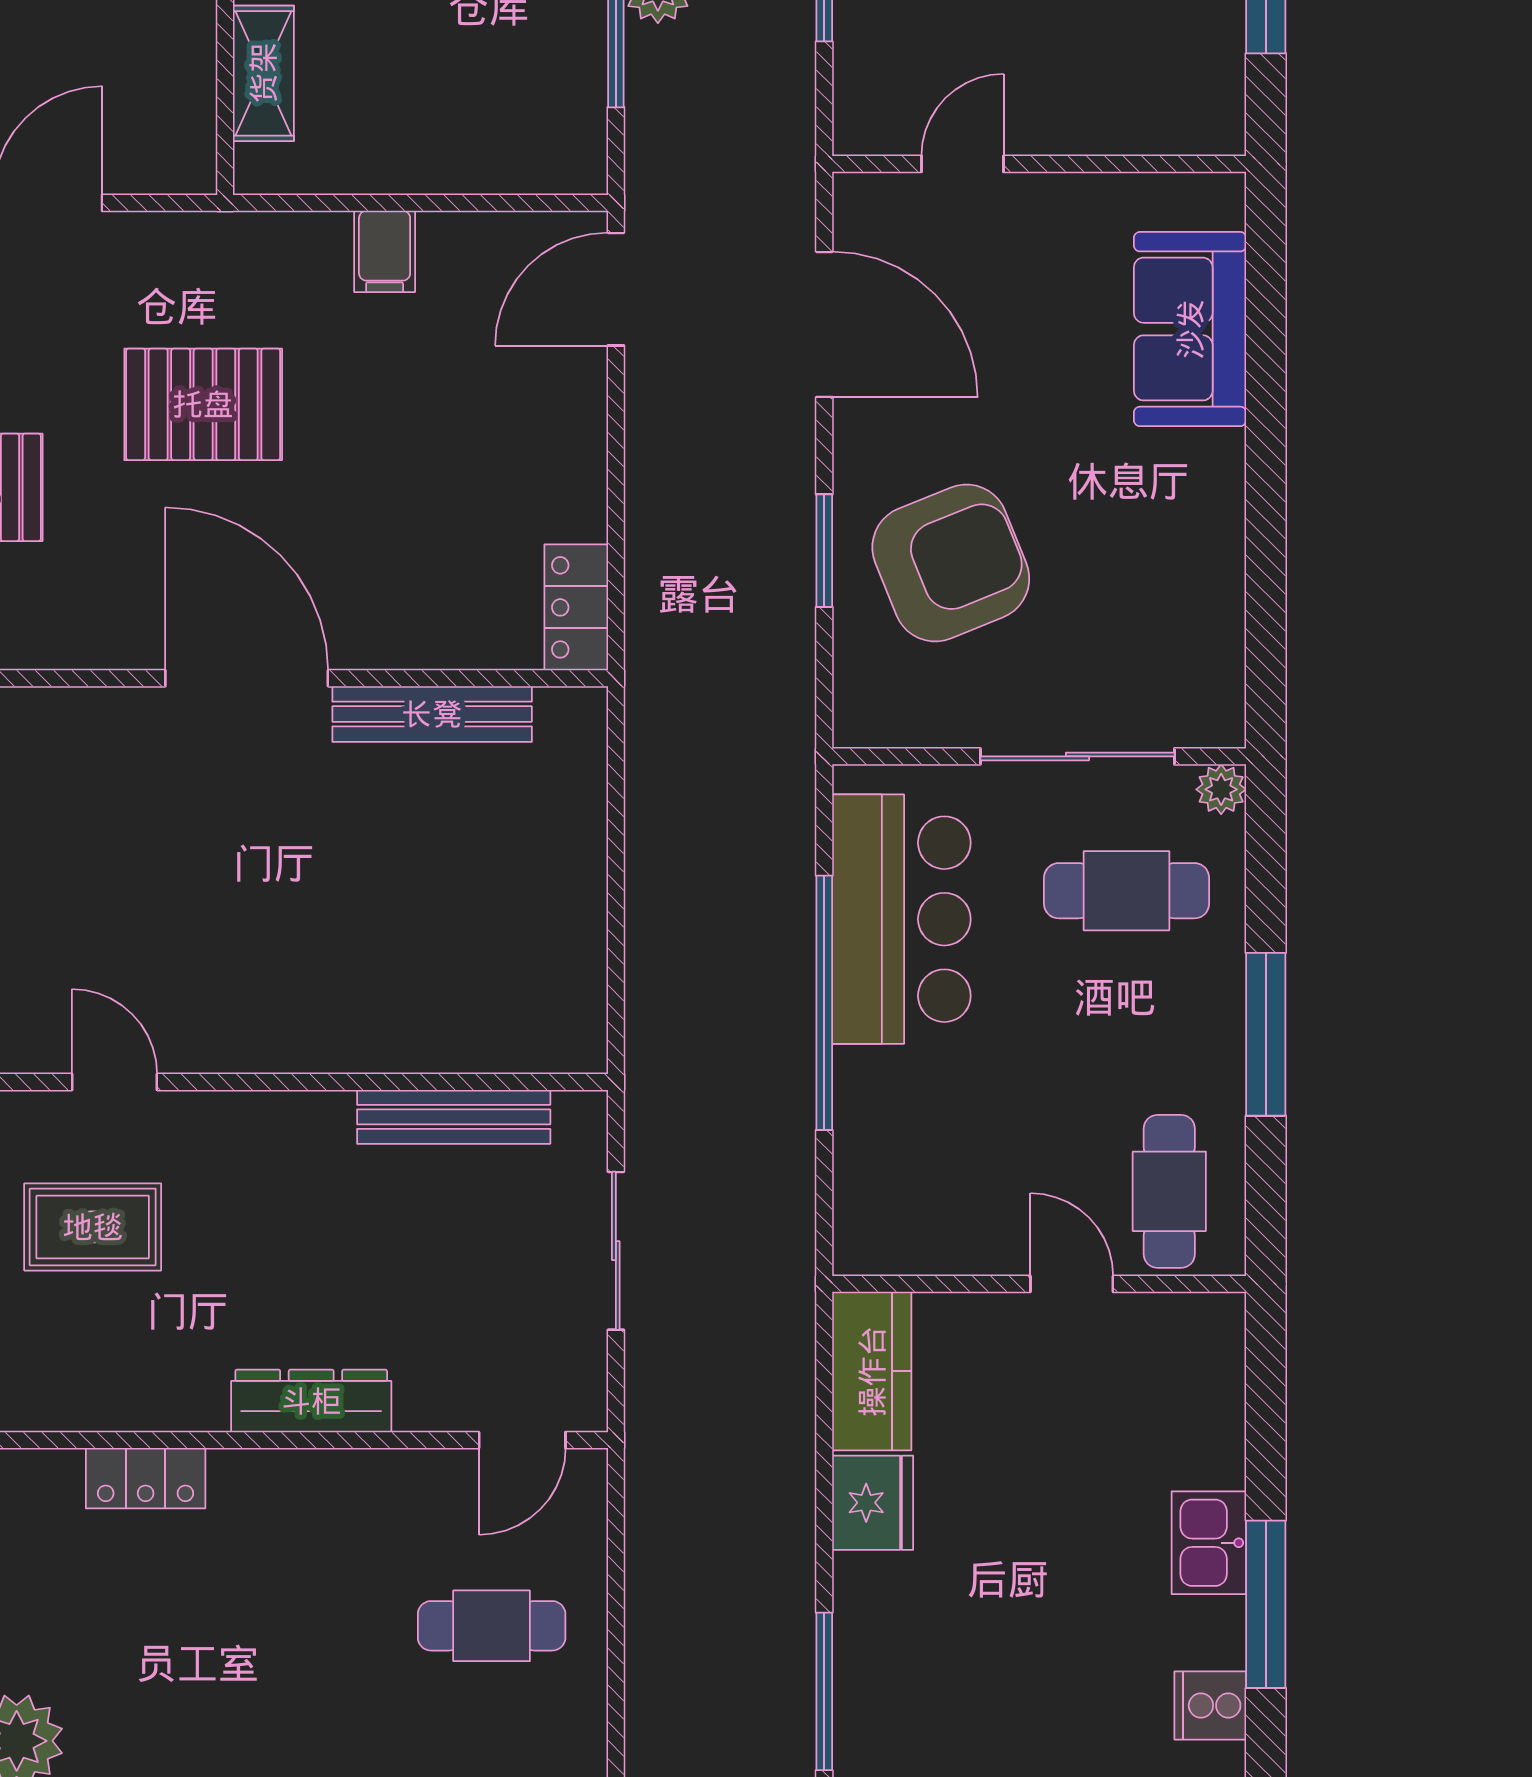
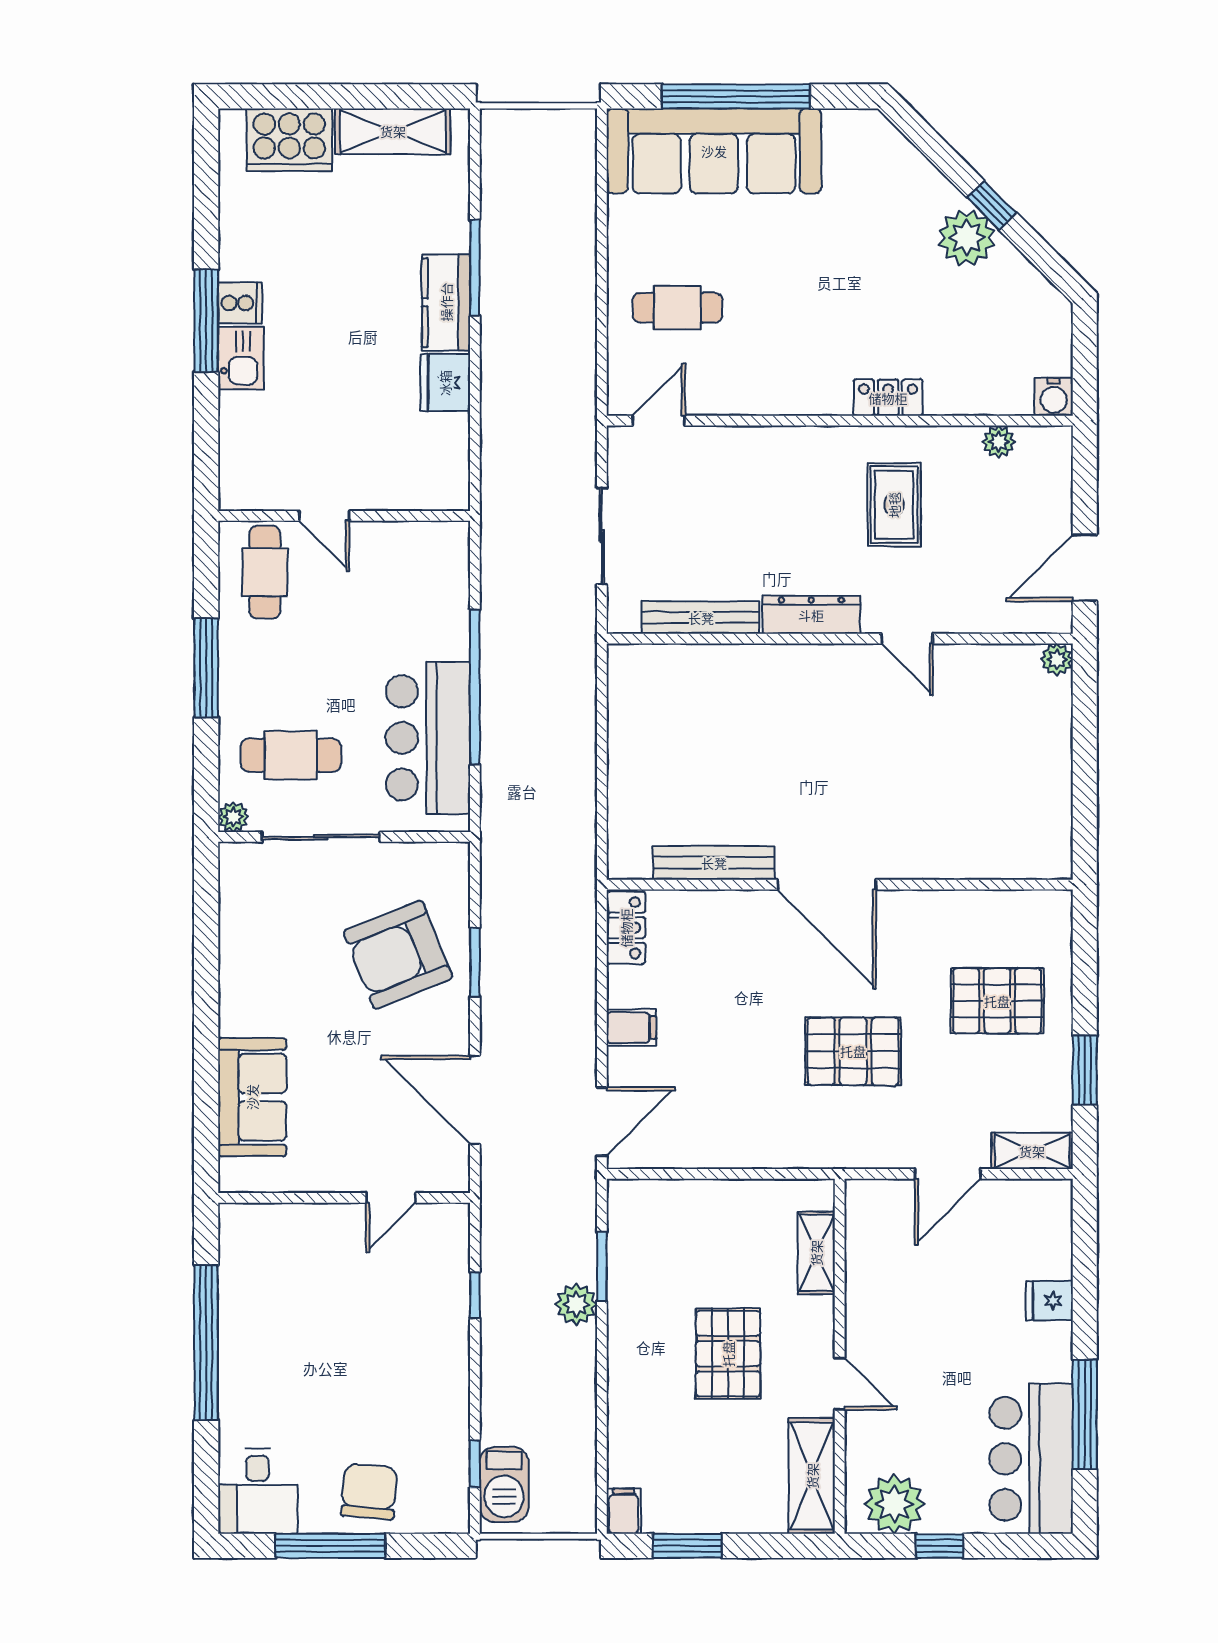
filing cabinet: (385, 251) -> (631, 1028), moved, turned 90
rug: (93, 1227) -> (894, 505), moved, turned 90
kitchen counter: (872, 1371) -> (446, 302), moved
dresser: (311, 1401) -> (811, 615), moved, turned 180
cooker: (1210, 1705) -> (240, 303), moved

